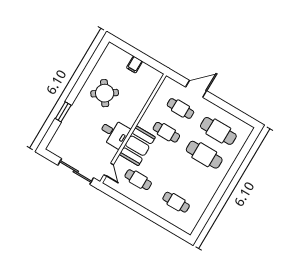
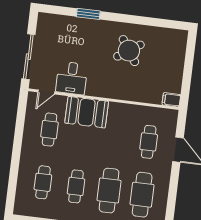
filing cabinet: (135, 65) -> (171, 100), moved
cafe table: (166, 132) -> (76, 186), moved
desk: (114, 133) -> (72, 78), moved

